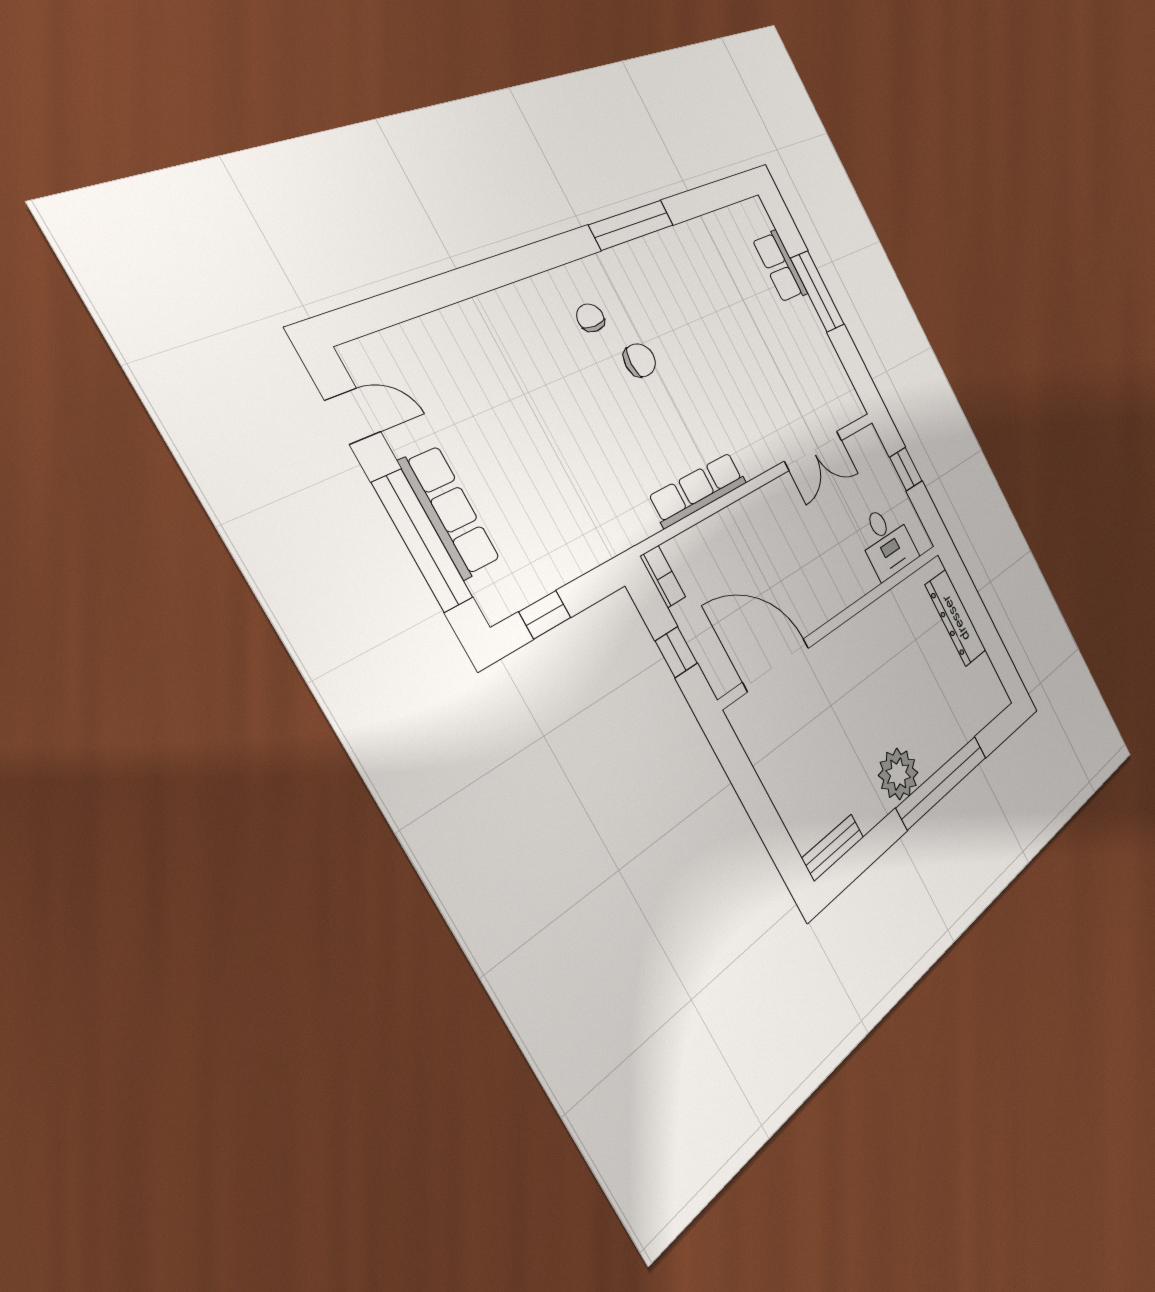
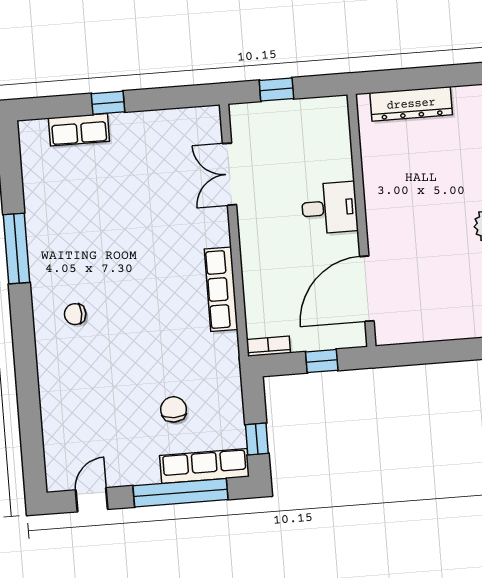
window: (817, 291) -> (108, 103), width x0.46
chair: (640, 360) -> (174, 409), moved
double door: (813, 451) -> (229, 174), swing flipped
row of seats: (450, 512) -> (204, 466), moved
desk: (887, 542) -> (330, 208), moved

